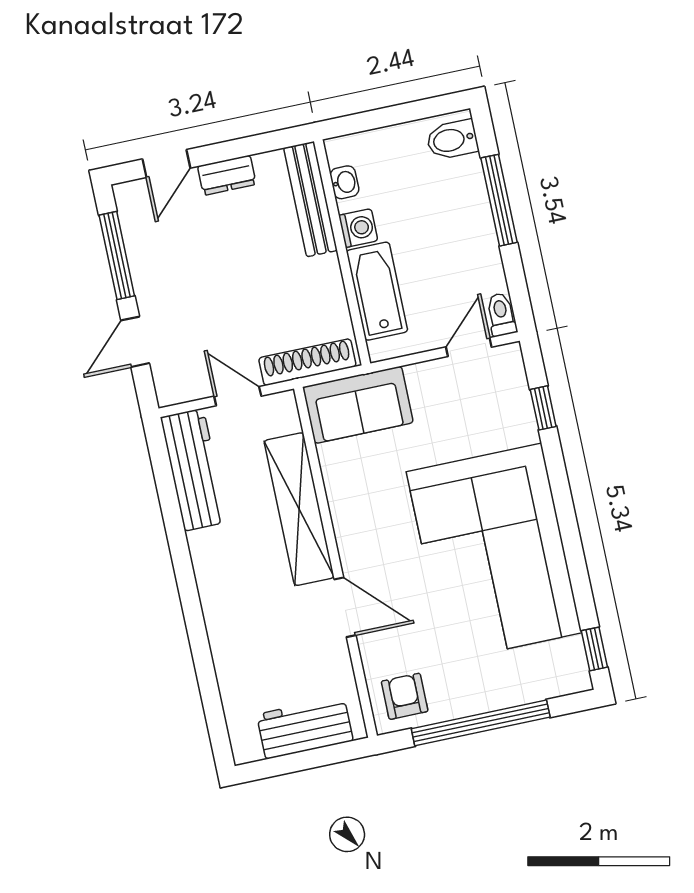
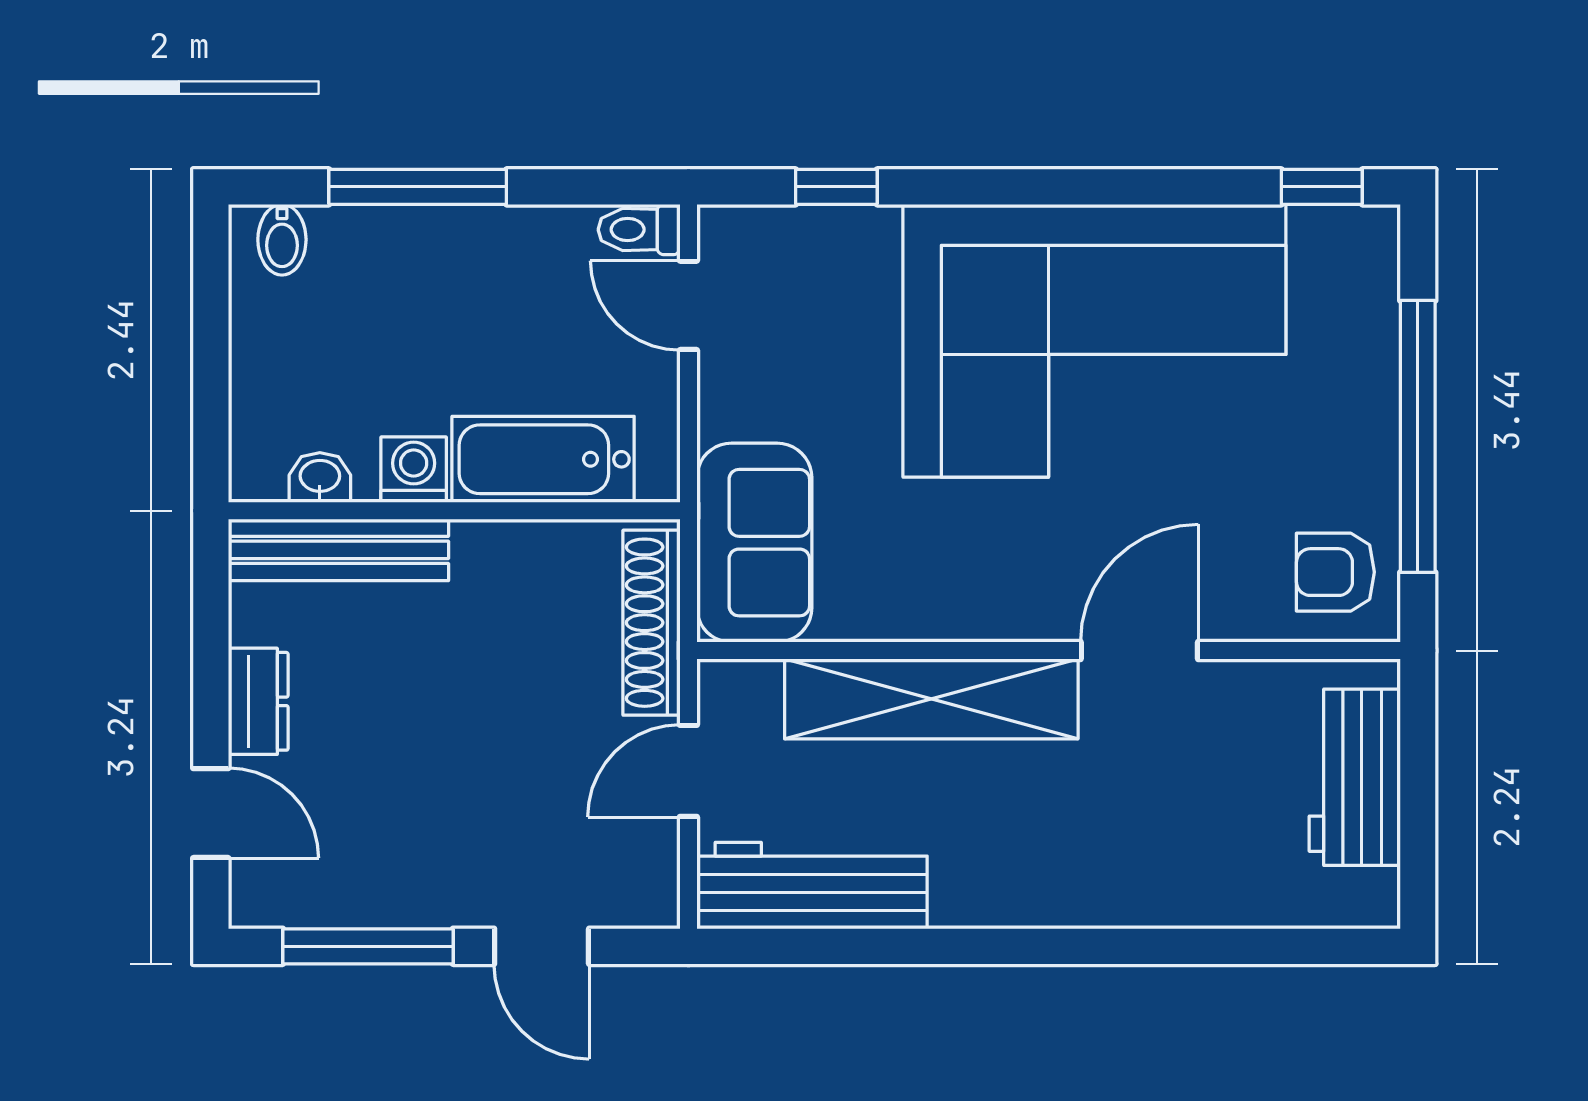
bidet: (452, 140) -> (282, 240), width x0.72, depth x0.74

